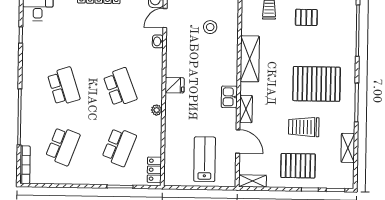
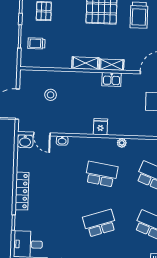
shelving: (250, 59) -> (85, 63), width x0.67, depth x0.75
school desk: (120, 87) -> (101, 174), turned 30
shelving: (246, 109) -> (112, 65), moved

